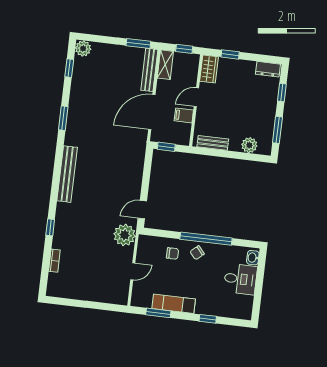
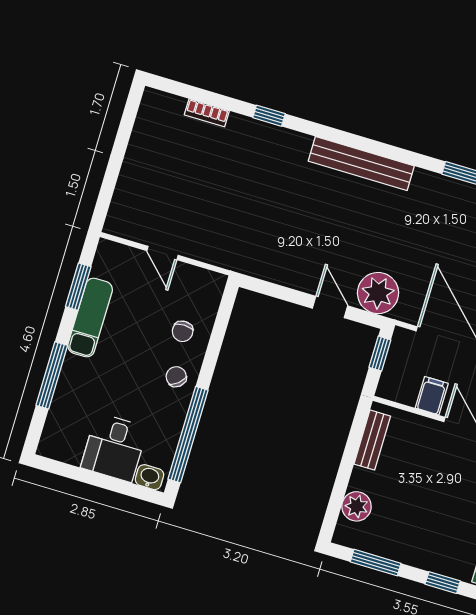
door: (142, 210) -> (330, 307), moved
plant: (125, 235) -> (378, 293), moved
window: (206, 239) -> (188, 435), moved
window: (208, 319) -> (52, 375), width x2.17

